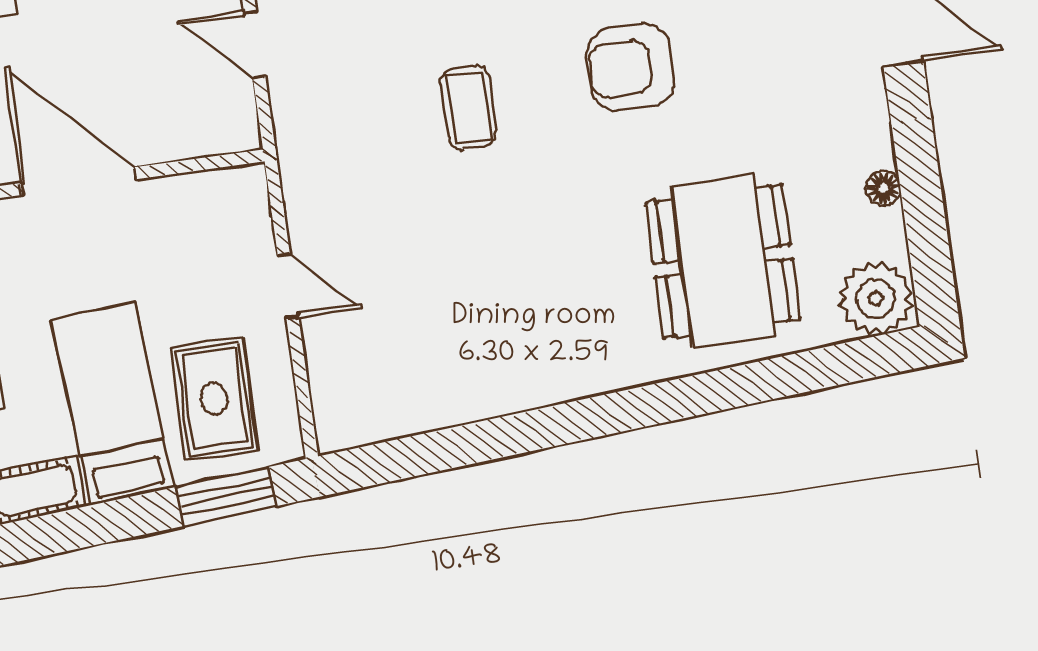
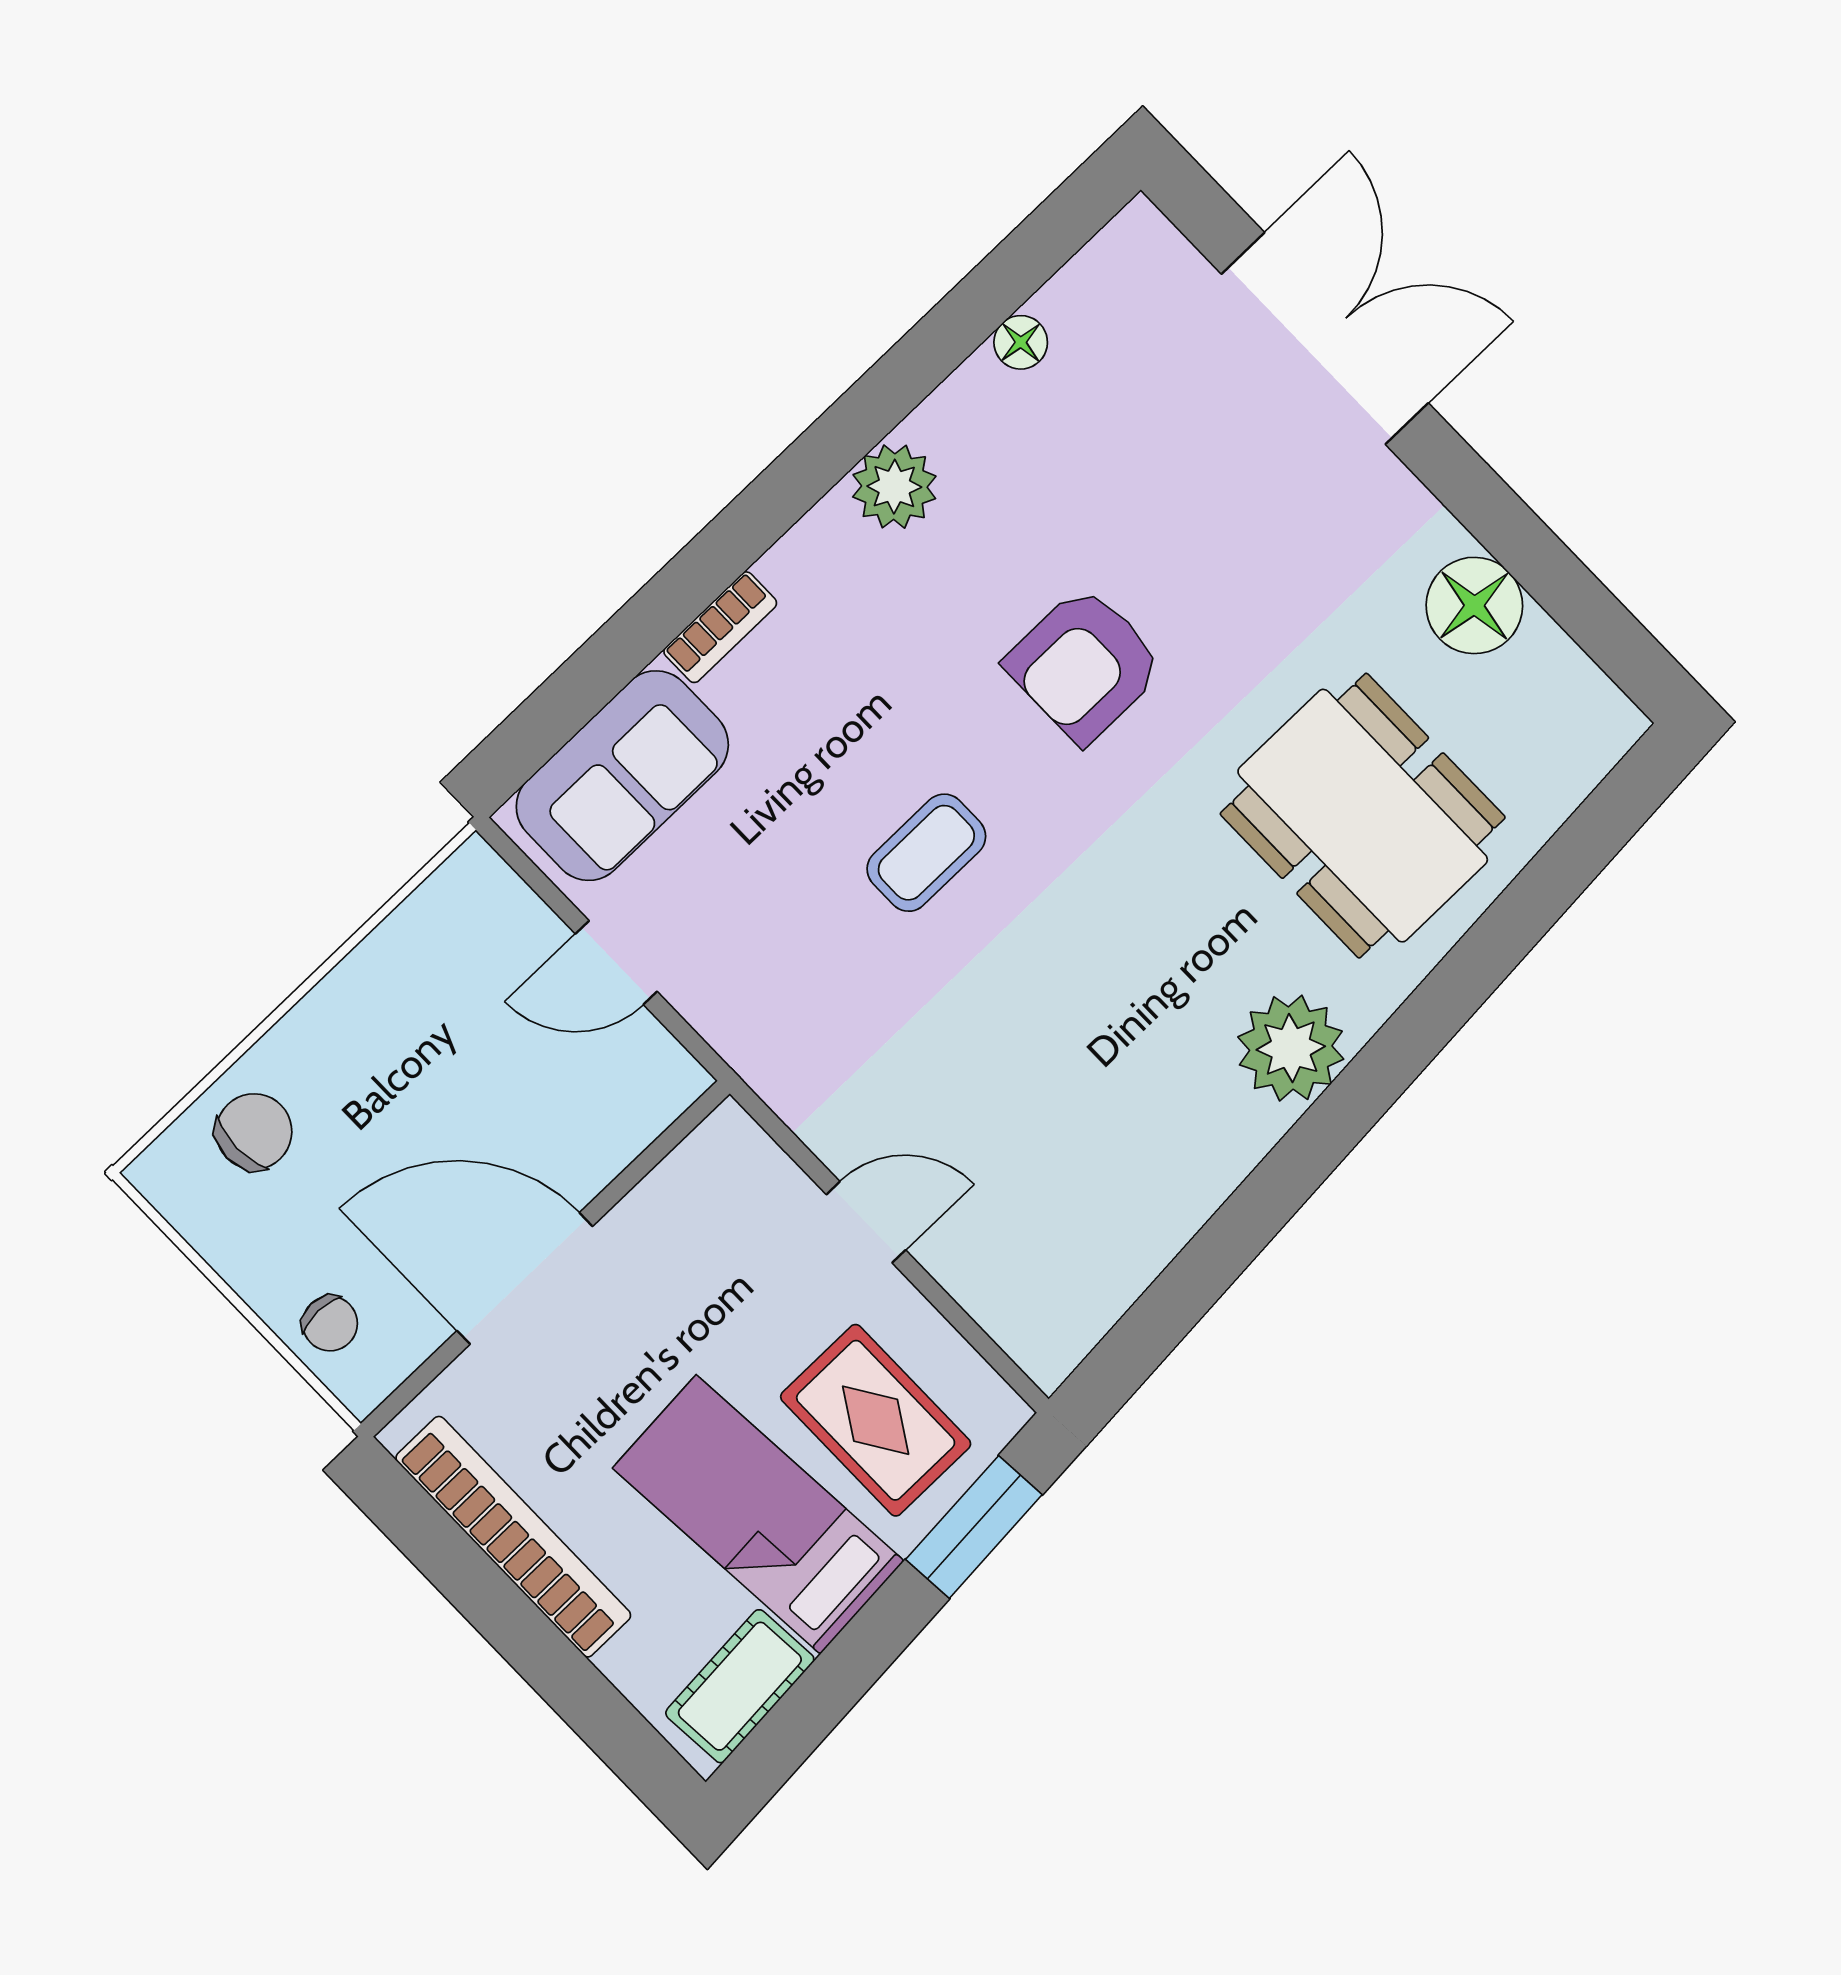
coffee table: (469, 108) -> (926, 853), turned 90
floor lamp: (883, 188) -> (1474, 605), width x1.89, depth x1.89
plant: (876, 299) -> (1291, 1048), moved

